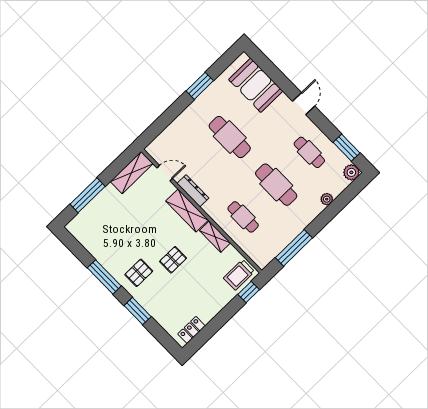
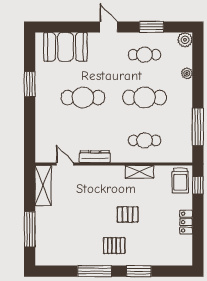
window: (347, 148) -> (152, 27), moved
door: (165, 173) -> (65, 164), hinge flipped
shelving: (187, 211) -> (104, 173), removed
pallet: (173, 260) -> (128, 214), turned 90
pallet: (139, 273) -> (114, 246), turned 90
locker: (192, 330) -> (186, 222), moved

